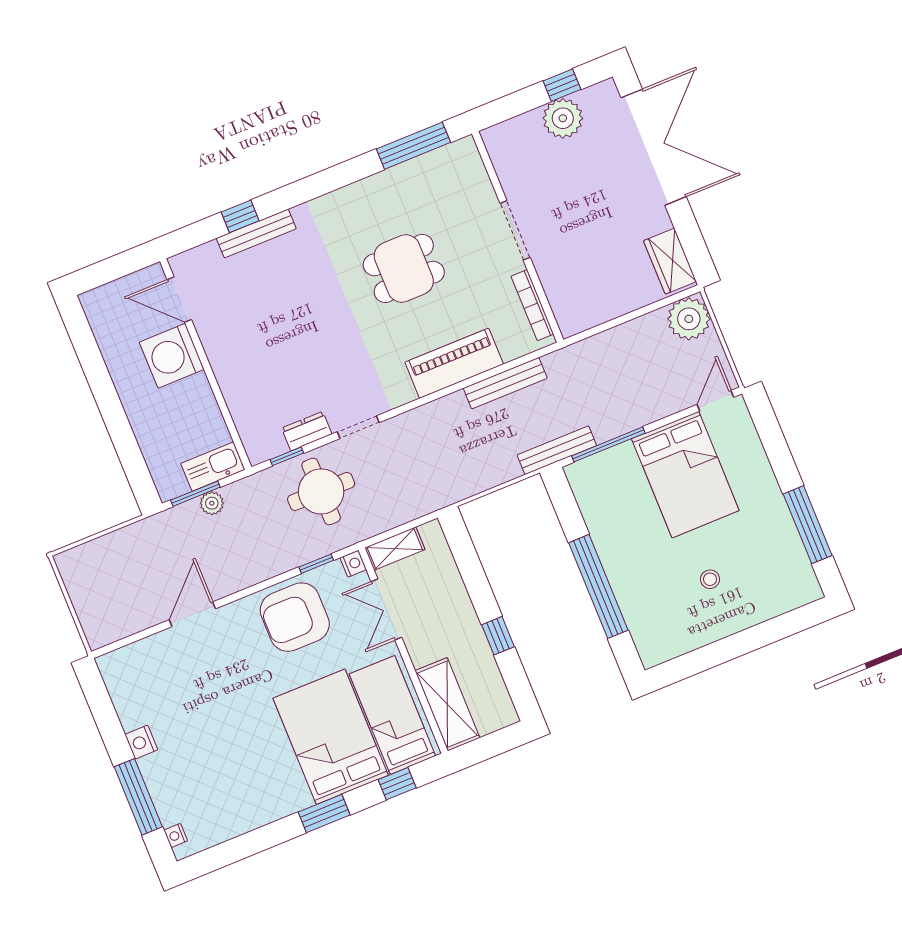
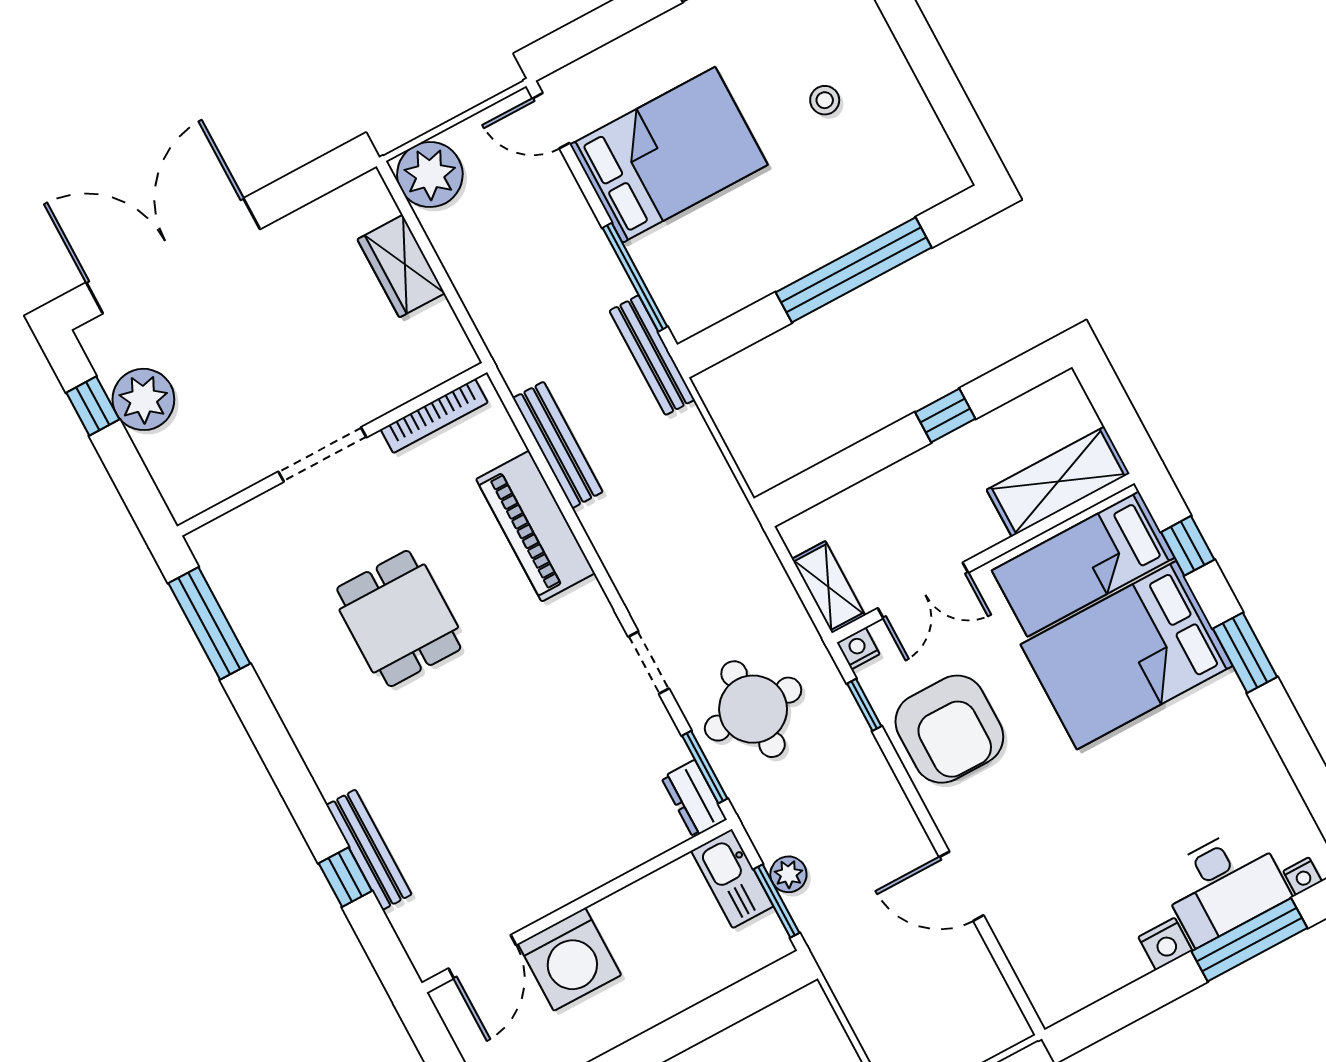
wardrobe: (670, 261) -> (401, 266), moved, turned 90
dresser: (307, 431) -> (694, 799), moved
window: (287, 456) -> (705, 767), width x1.50
desk: (175, 784) -> (1224, 885), added

